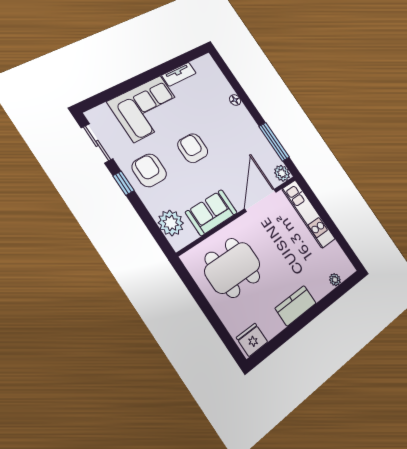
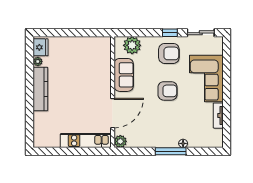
window: (274, 142) -> (171, 151), moved
door: (261, 200) -> (113, 113), hinge flipped
dining table: (233, 268) -> (86, 65), removed
plant: (335, 280) -> (38, 61), moved
kitchen counter: (296, 306) -> (40, 89), width x1.50

